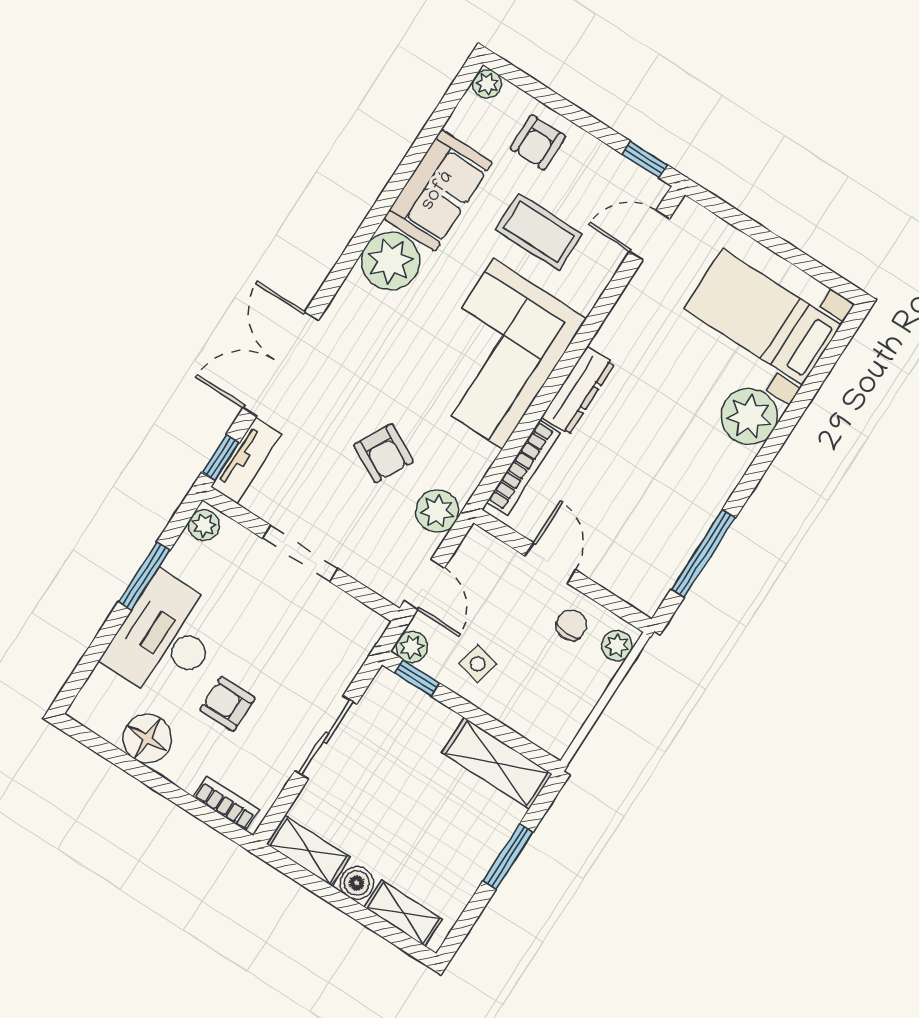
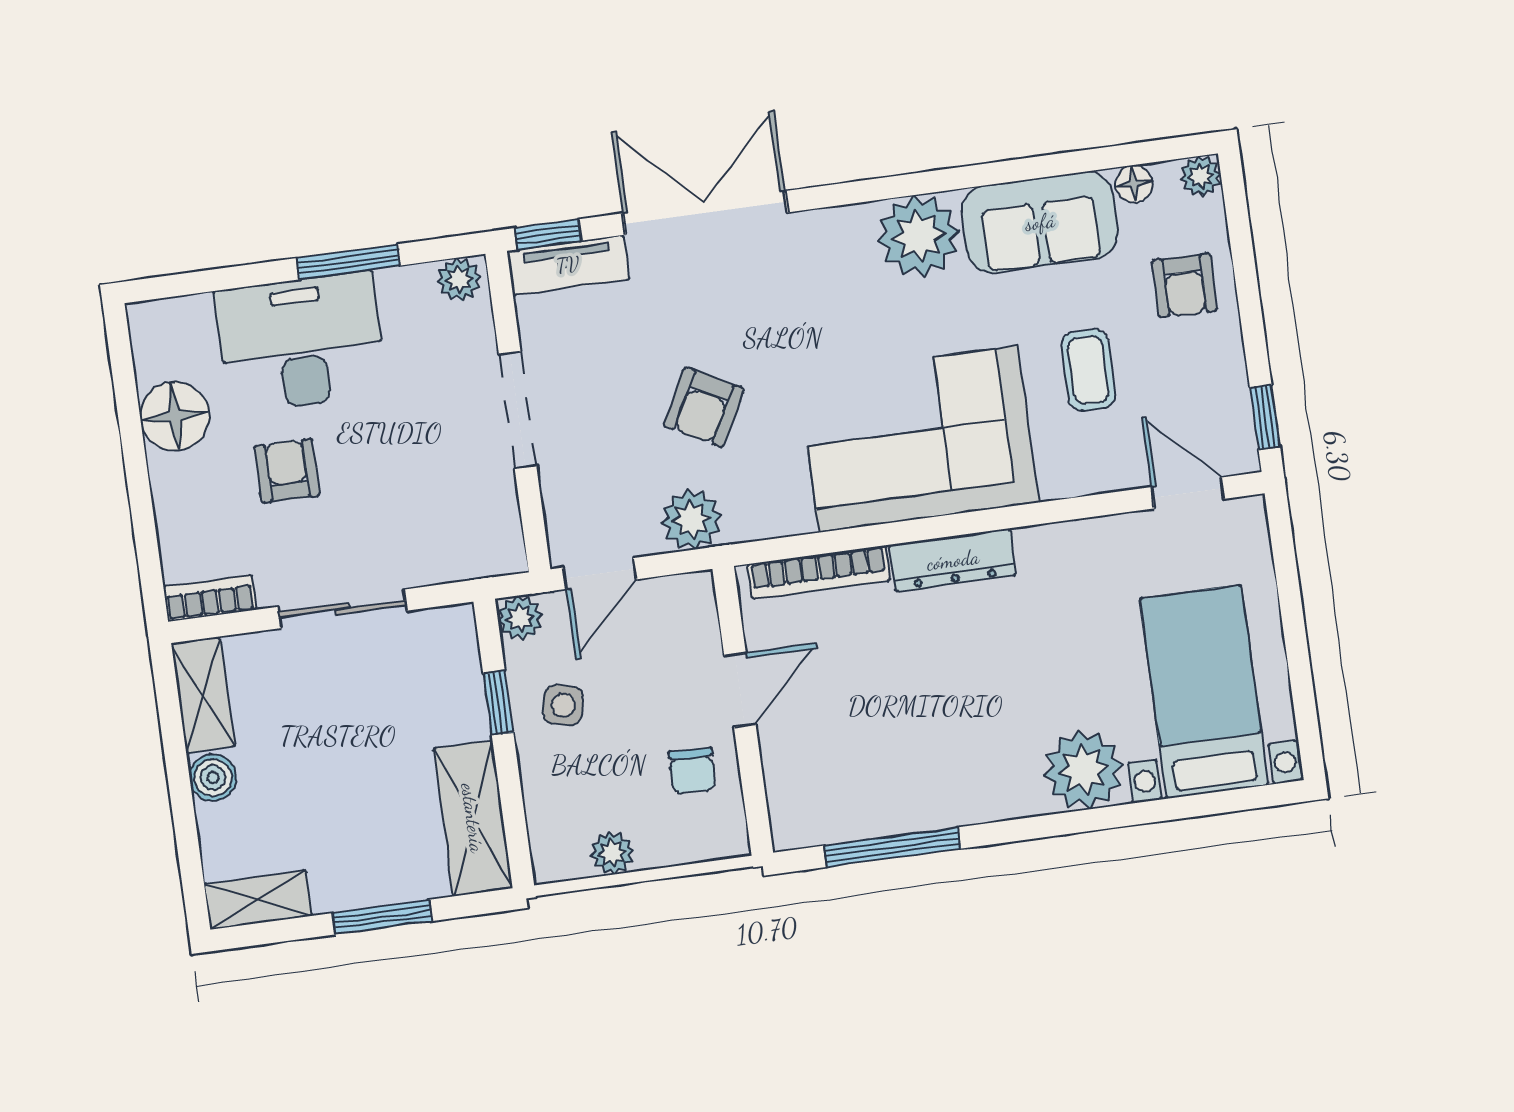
floor lamp: (461, 123) -> (1134, 184), added
armchair: (538, 142) -> (1184, 286), turned -89
coffee table: (539, 232) -> (1088, 370), width x0.73, depth x0.77
chair: (571, 625) -> (692, 771), turned 92
plant: (617, 646) -> (612, 853), moved
window: (417, 678) -> (498, 703), moved
bookcase: (226, 803) -> (210, 598), moved, turned -90
shelving: (403, 913) -> (258, 900), moved, turned 90

